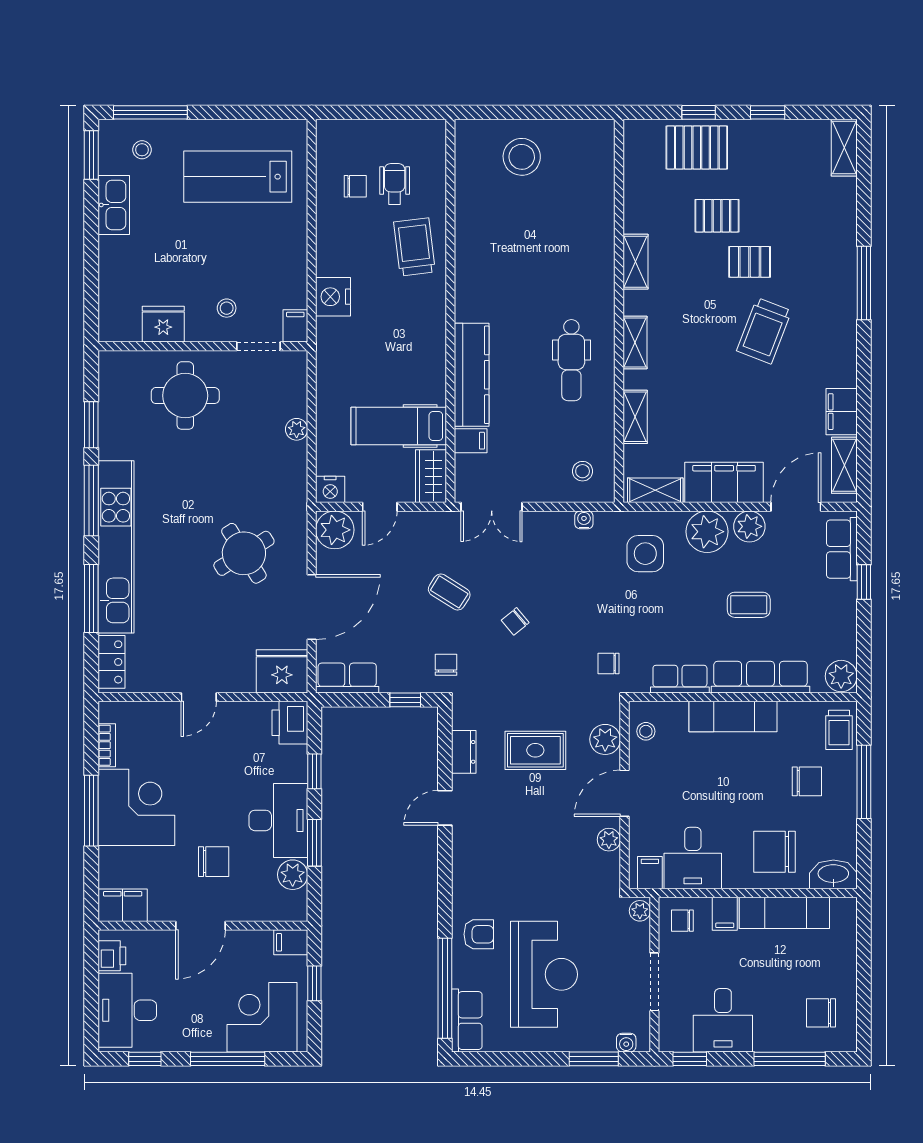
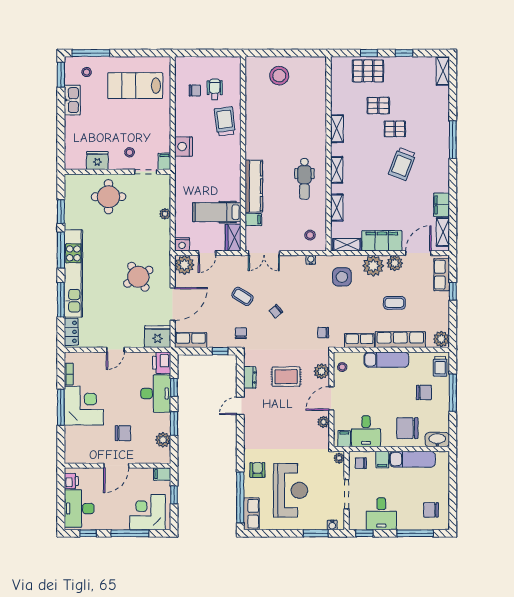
desk: (278, 820) -> (156, 394), moved
filing cabinet: (123, 905) -> (77, 455), removed
armchair: (479, 934) -> (257, 470), turned -90

